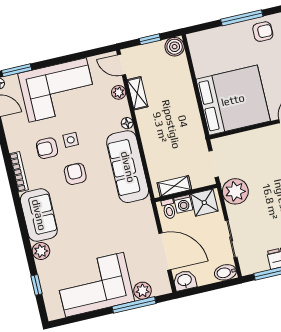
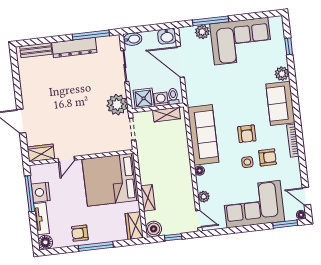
wardrobe: (198, 48) -> (134, 226), added
shelving: (137, 93) -> (148, 198), moved

